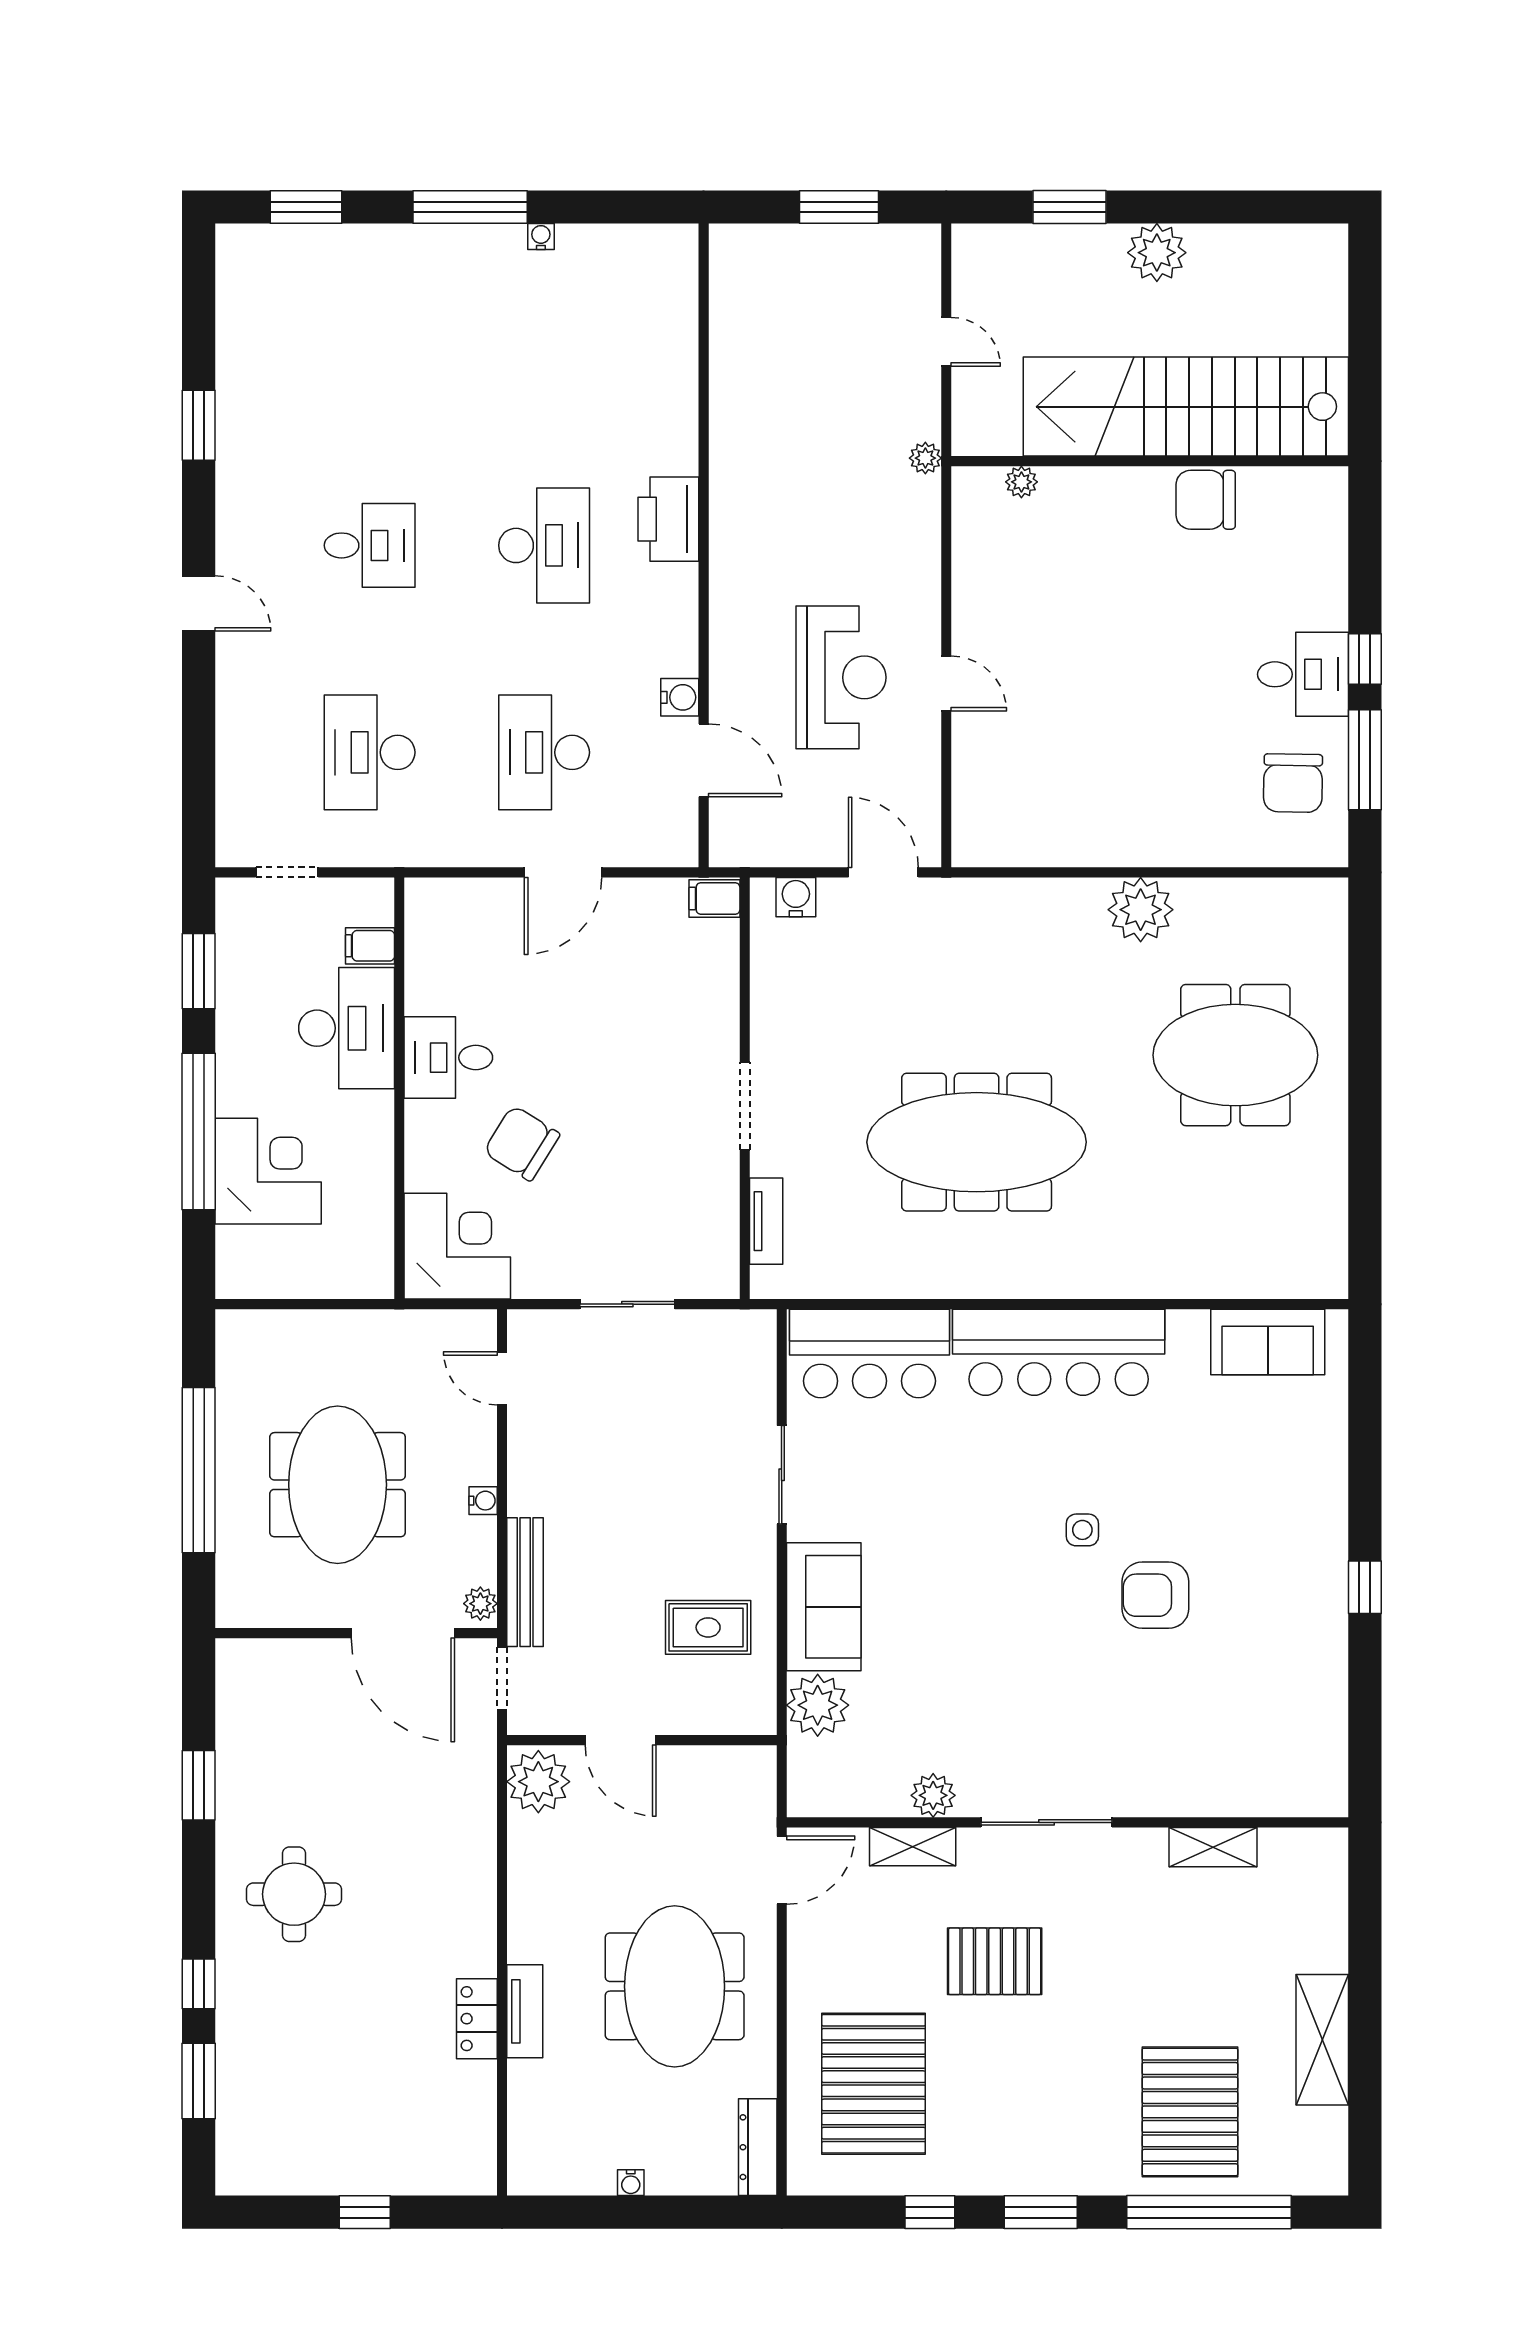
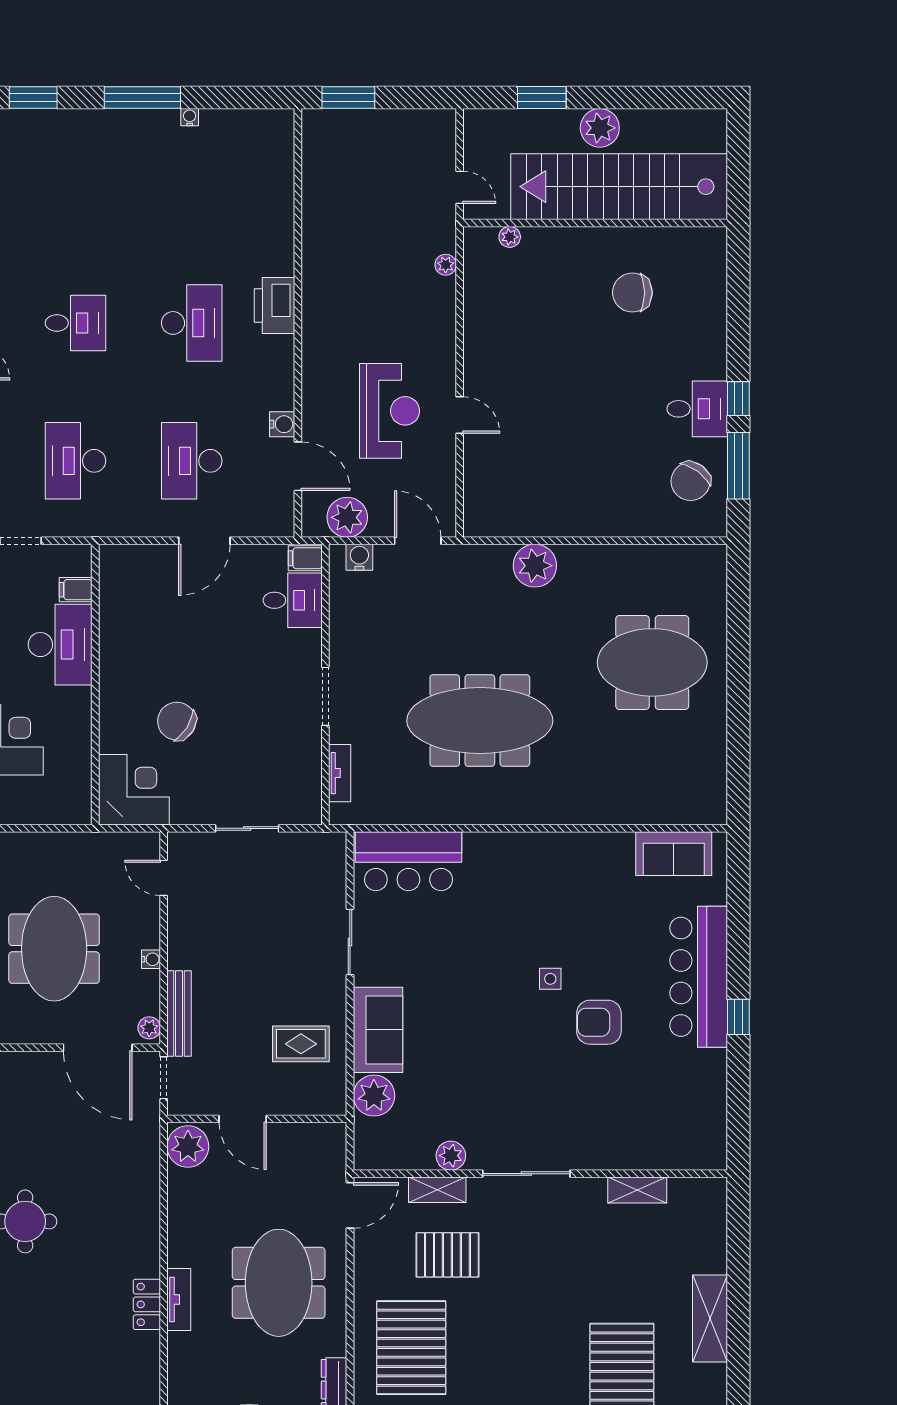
window: (839, 207) -> (348, 98), moved
stairs: (1186, 407) -> (619, 187), moved
wall: (1150, 461) -> (595, 223), moved
plant: (1021, 482) -> (510, 237), moved
chair: (1293, 783) -> (691, 481), turned 35
plant: (777, 837) -> (347, 517), added
plant: (1141, 910) -> (535, 566), moved
desk: (448, 1058) -> (293, 600), moved, turned 180
bar counter: (1059, 1352) -> (699, 977), moved, turned 90
pallet: (995, 1961) -> (447, 1255), moved

